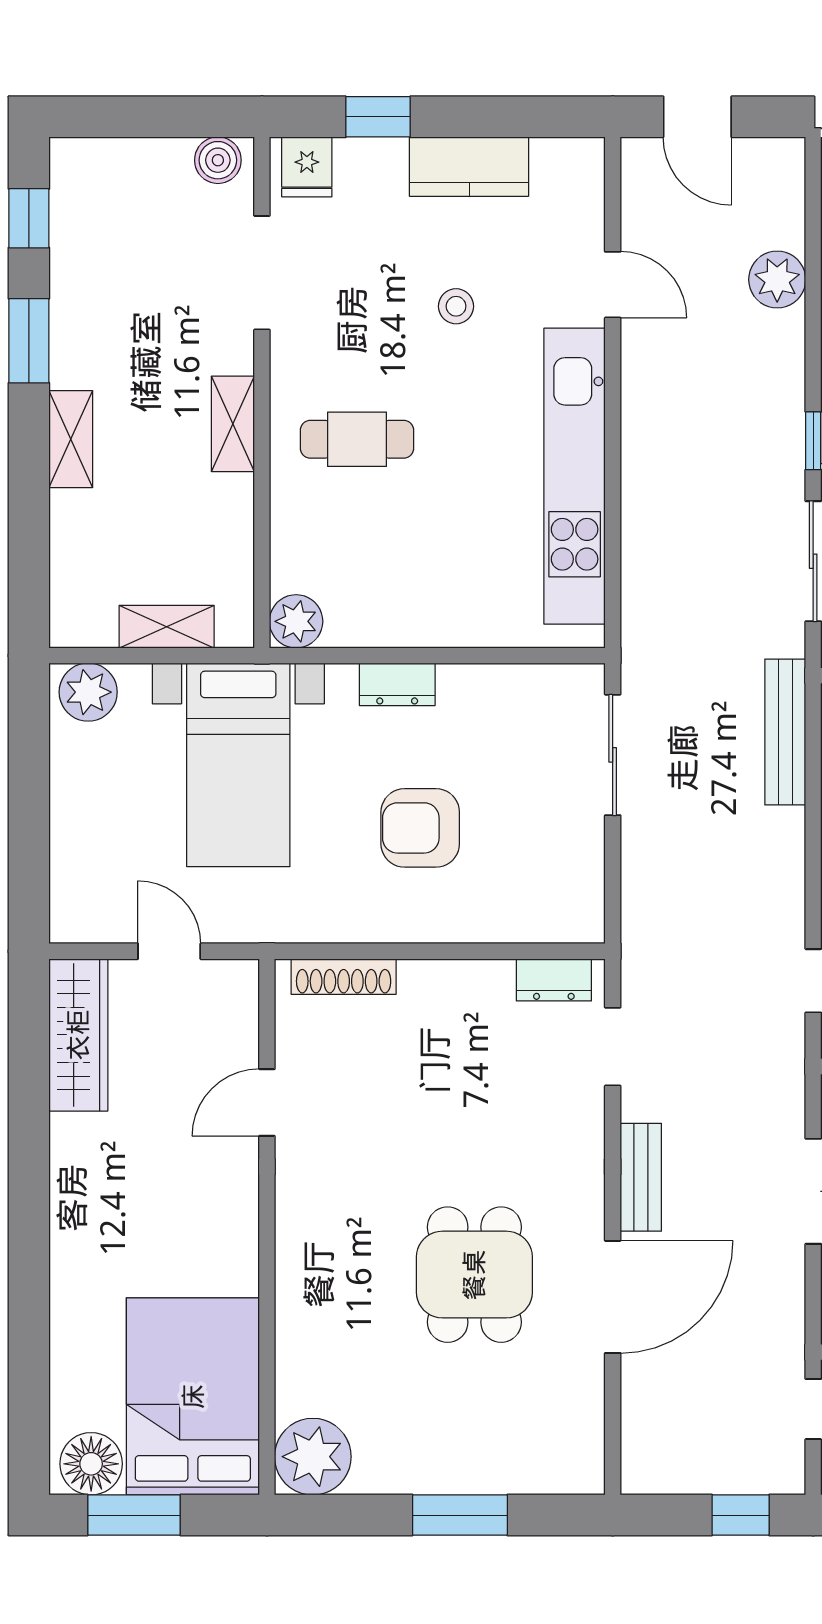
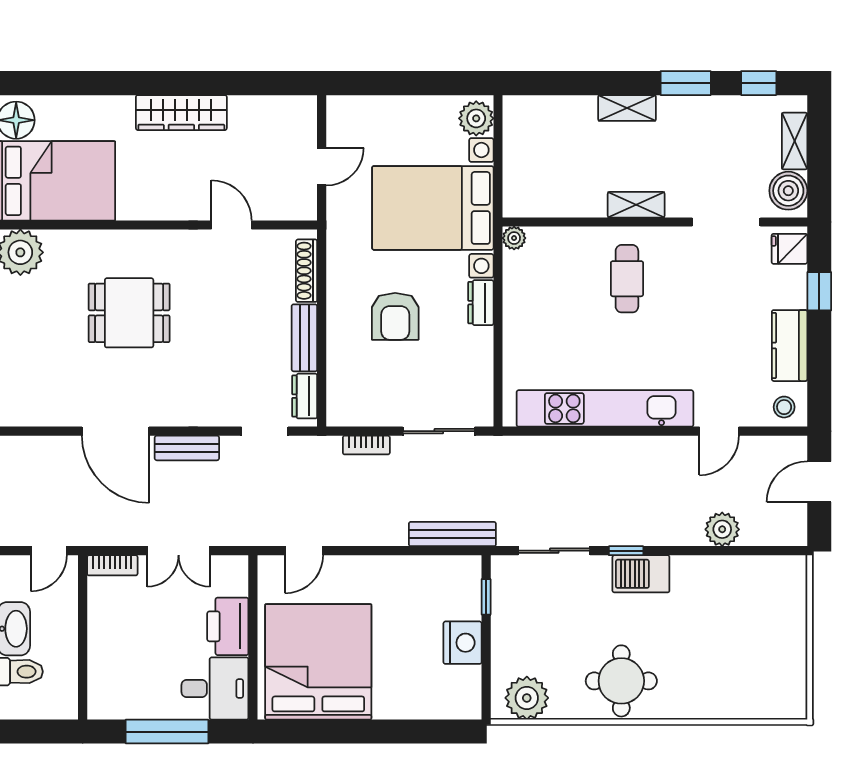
boiler: (218, 160) -> (788, 191), width x1.36, depth x1.36
stool: (456, 306) -> (784, 407), moved
plant: (296, 621) -> (514, 238), width x0.73, depth x0.73
shelving: (167, 627) -> (795, 141), moved
bed with nightstands: (238, 765) -> (433, 208), width x1.36
armchair: (420, 828) -> (395, 316), turned 180
bookcase: (636, 876) -> (366, 445), added
bench: (456, 980) -> (304, 338), added
wardrobe: (78, 1035) -> (181, 113), moved
dining table: (474, 1275) -> (129, 313), moved

